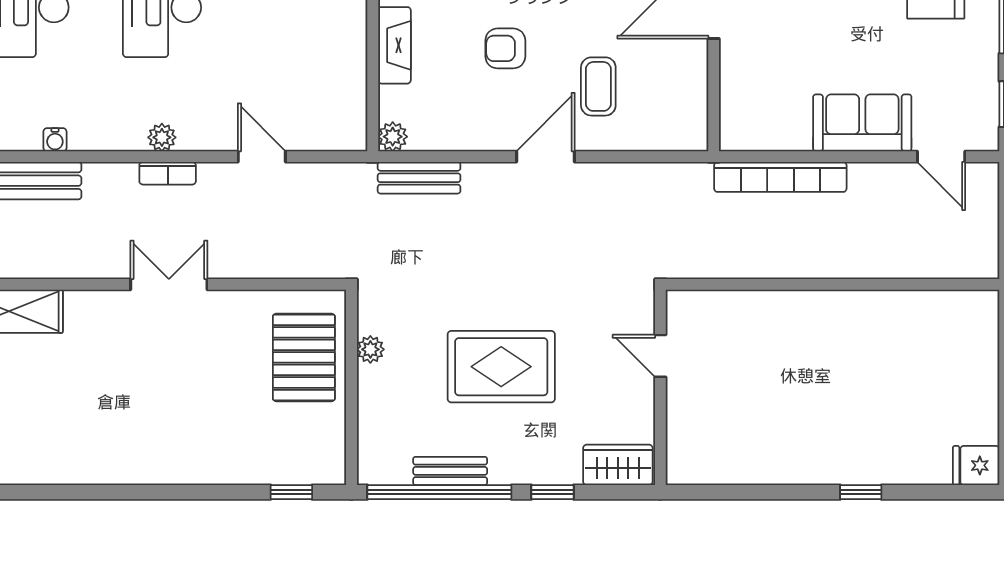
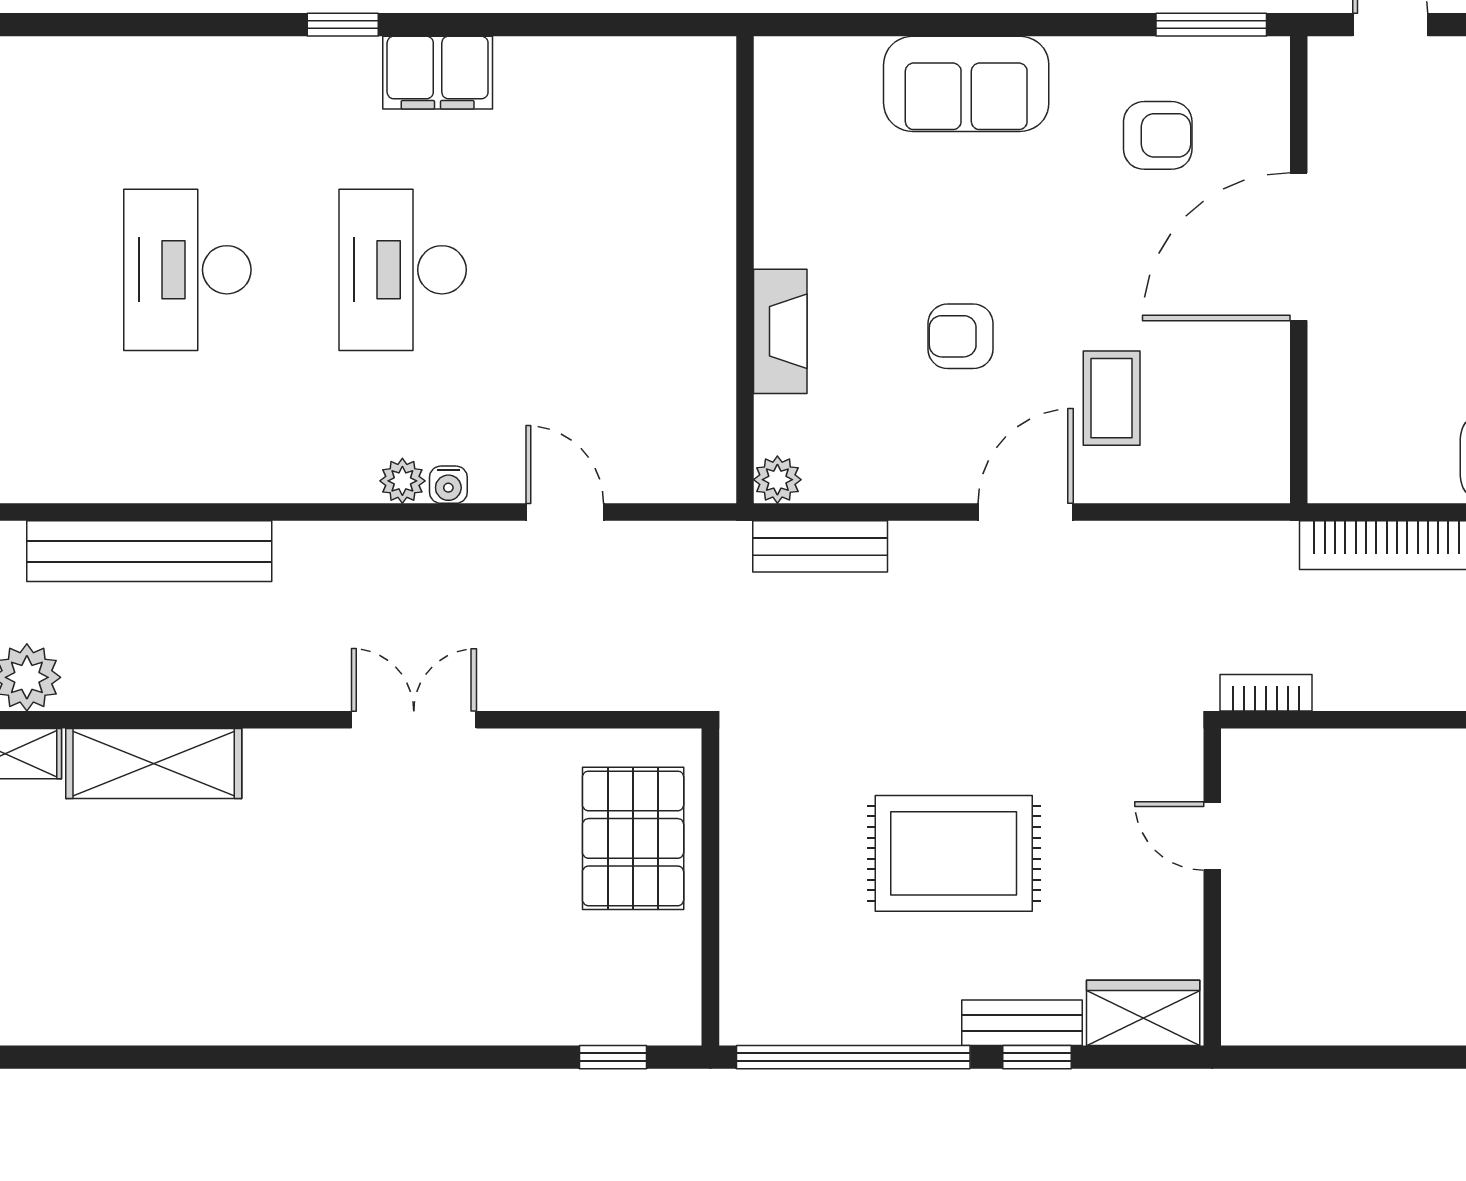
water cooler: (55, 140) -> (448, 485), moved
bookcase: (168, 173) -> (1266, 693), moved, turned 180
plant: (370, 349) -> (741, 825), removed
bench: (450, 471) -> (1022, 1023), moved

